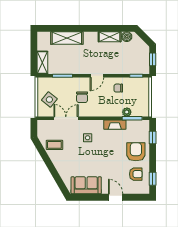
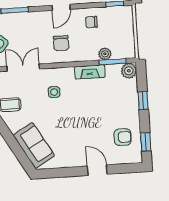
chair: (82, 97) -> (61, 43), moved
plant: (144, 126) -> (129, 71), added
window: (153, 138) -> (143, 101), moved
armchair: (136, 152) -> (121, 107), removed
sofa: (86, 185) -> (34, 145), moved, turned 60

